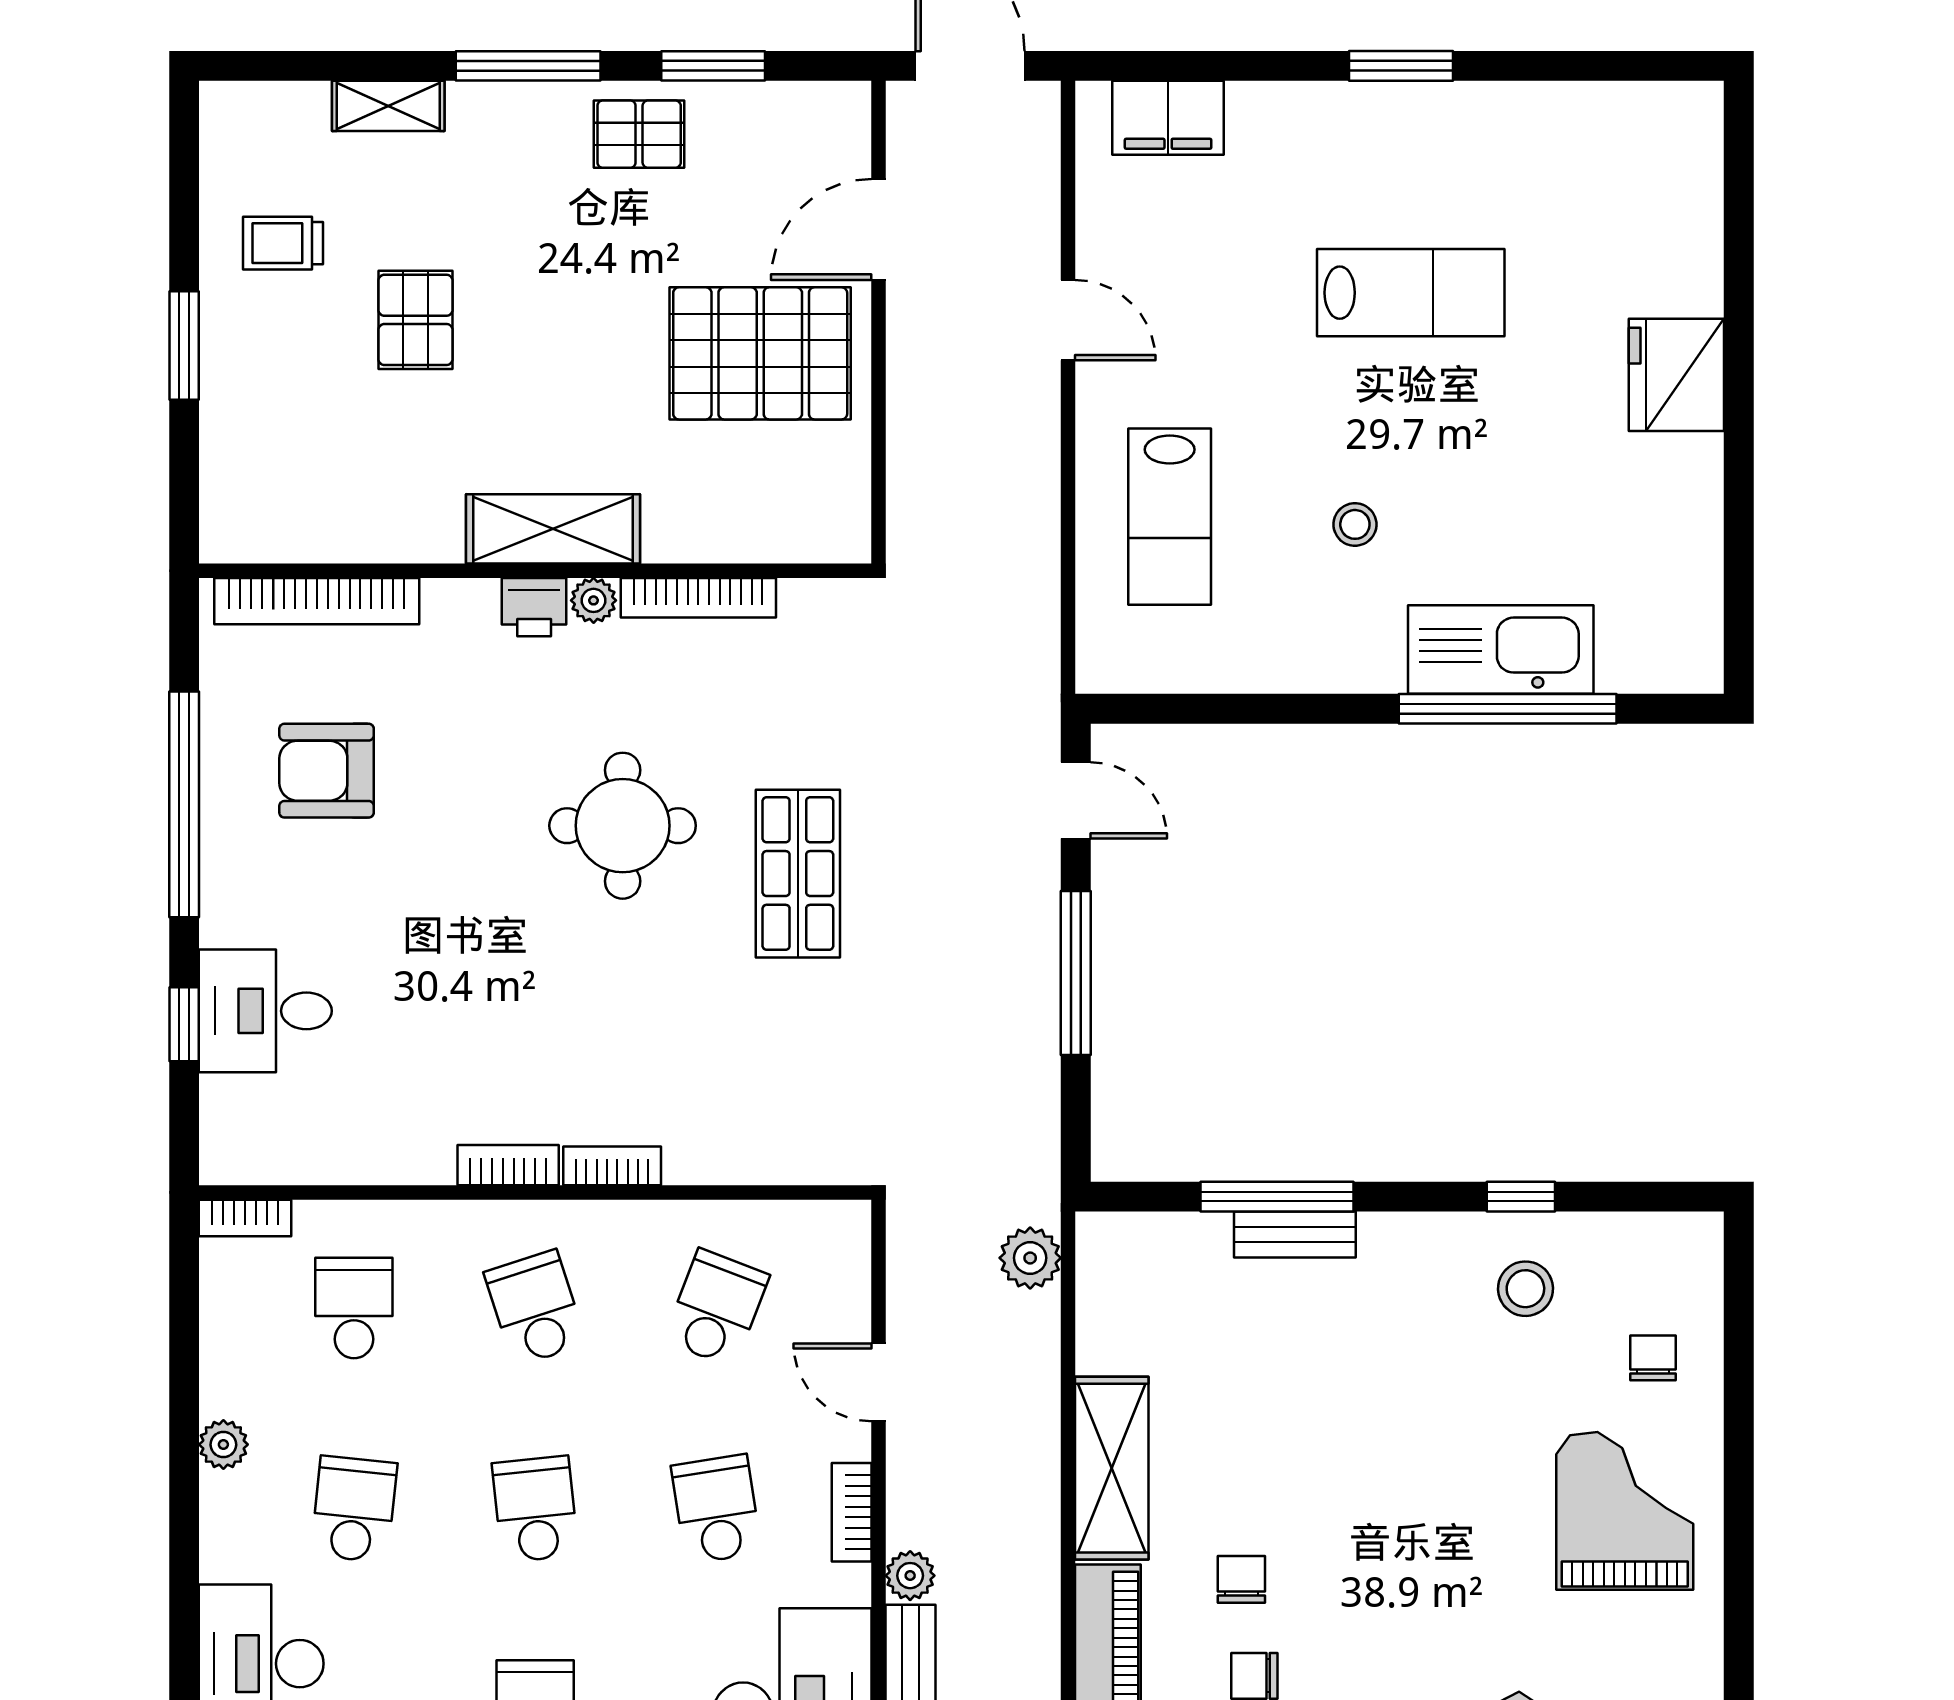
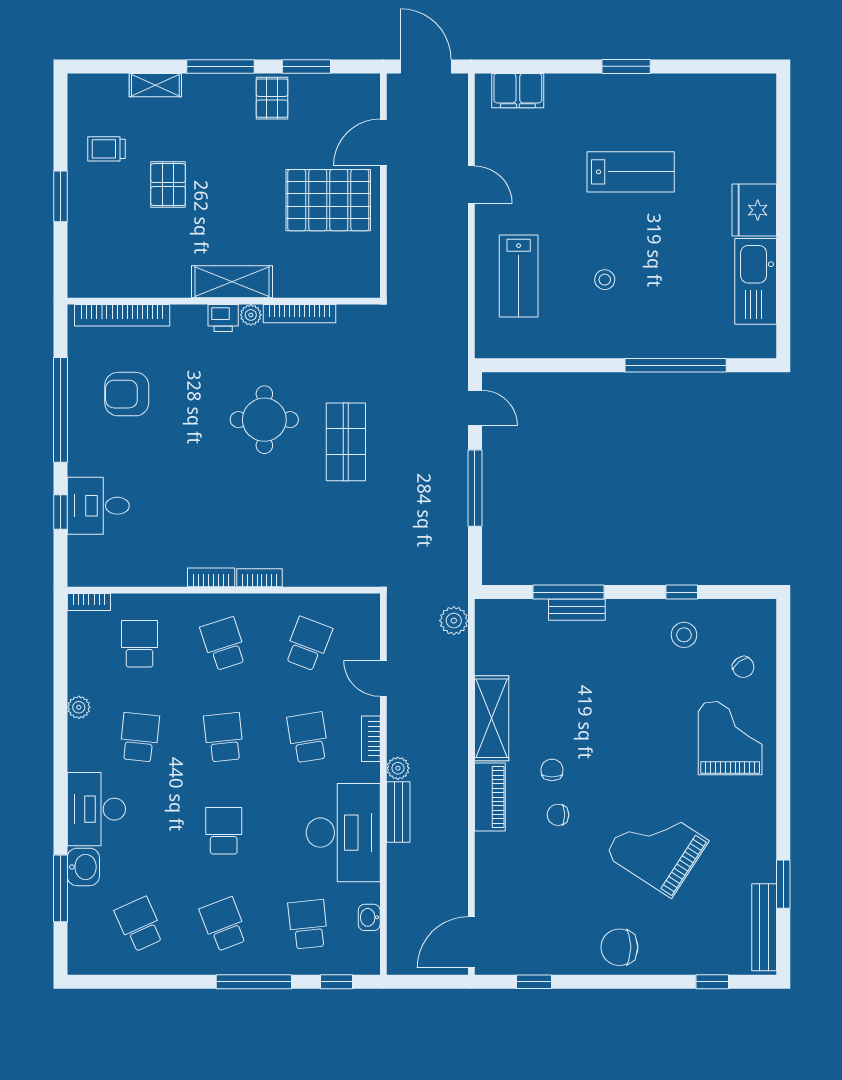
pallet: (639, 134) -> (272, 98), turned 90
kitchen sink: (1501, 649) -> (756, 281), moved, turned -90
chair: (1653, 1358) -> (743, 667), turned 143

